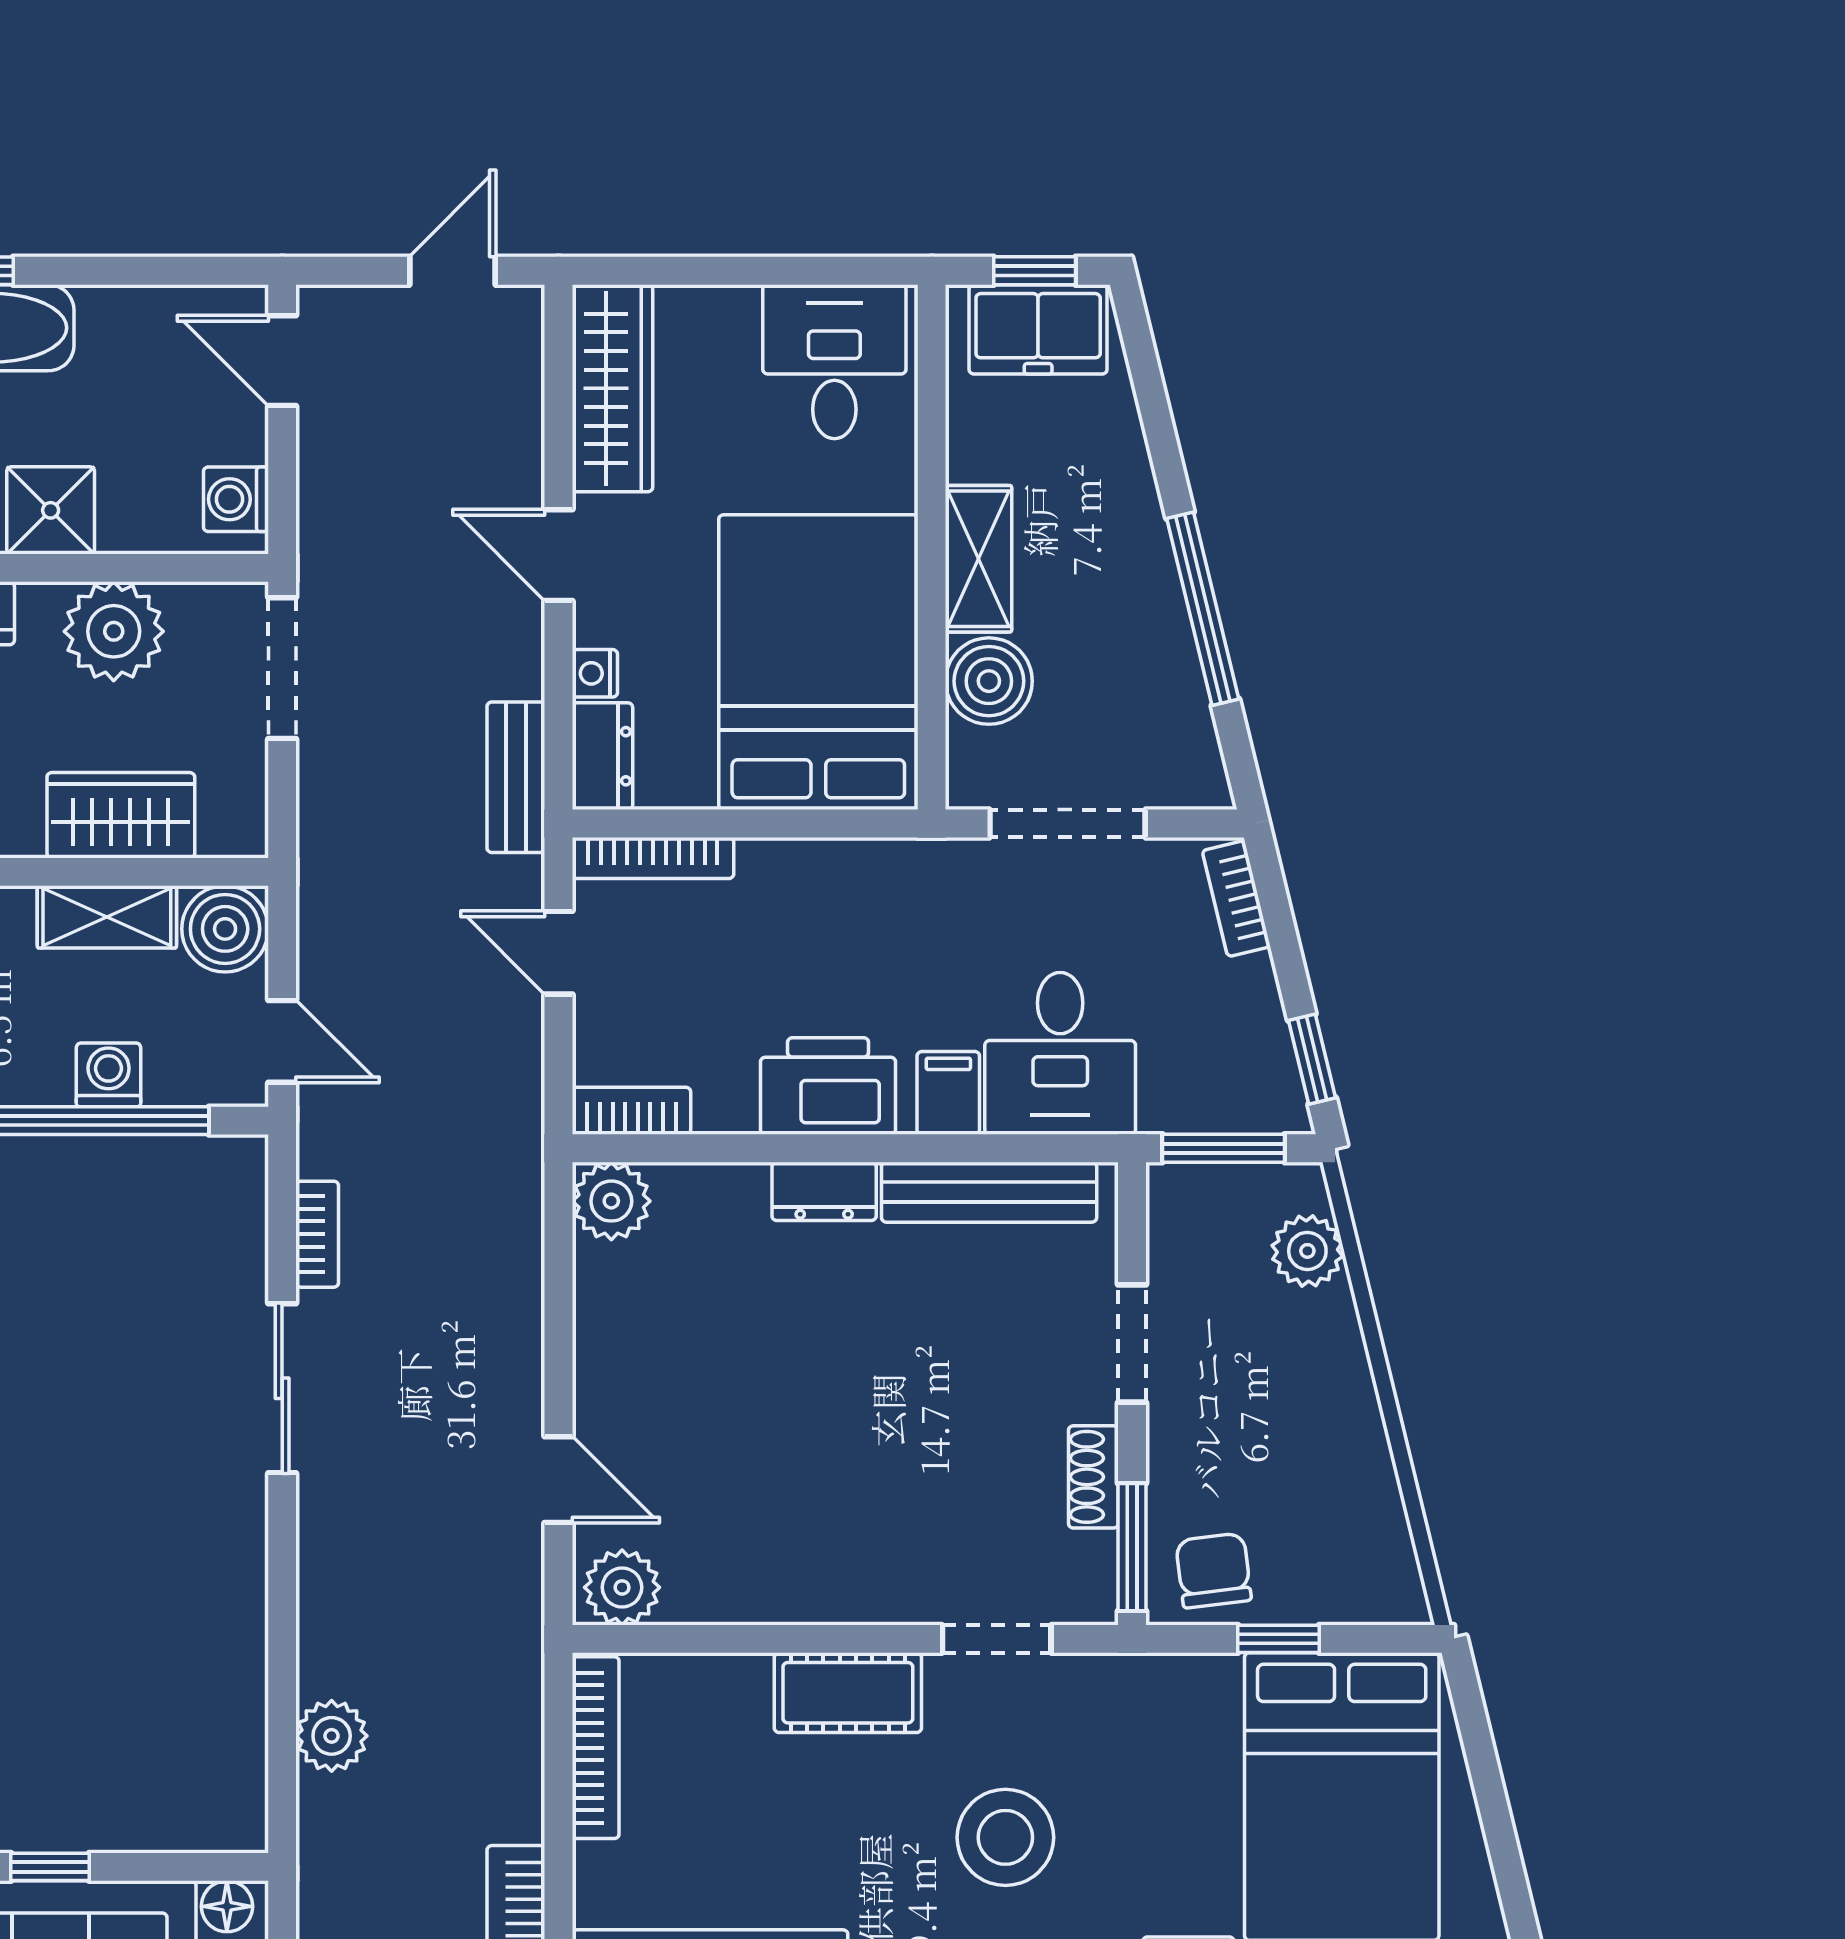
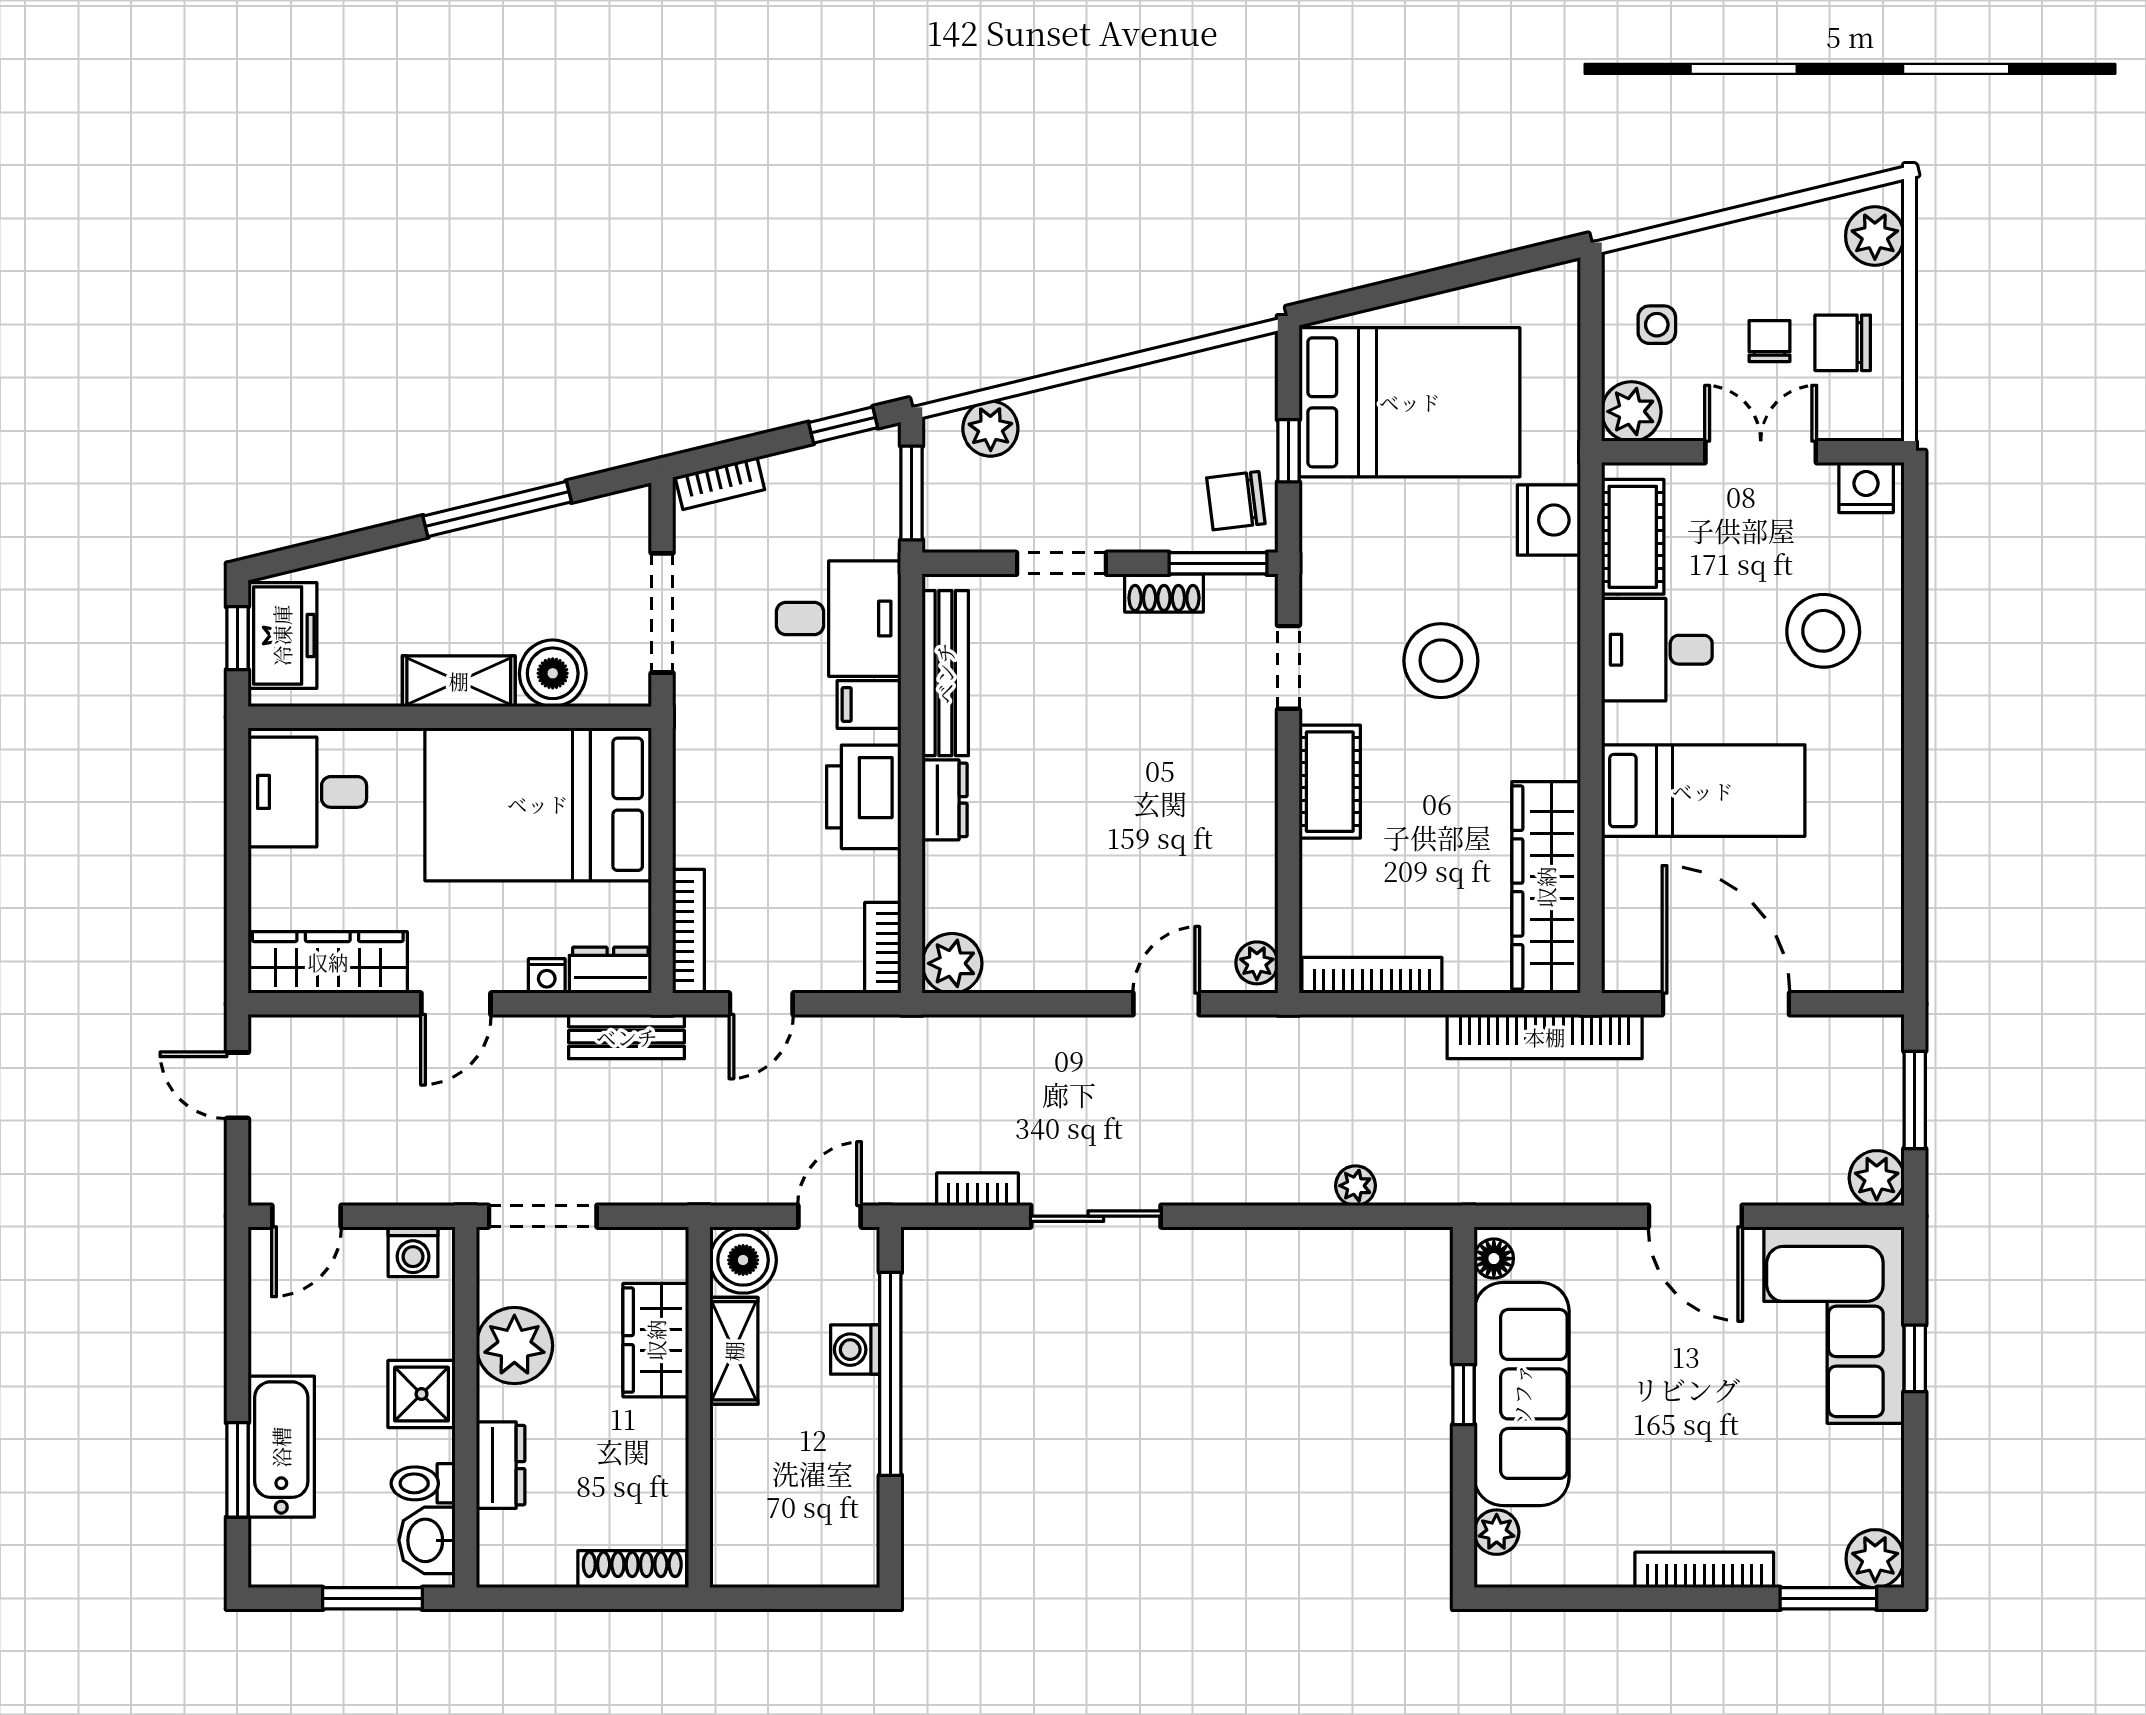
plant: (622, 1587) -> (1257, 963), width x0.73, depth x0.73
plant: (332, 1736) -> (1355, 1186), width x0.73, depth x0.73

